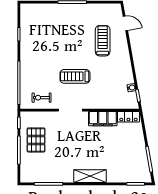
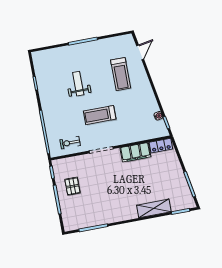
door: (125, 23) -> (140, 52), hinge flipped
treadmill: (103, 41) -> (121, 74), turned 180
weight bench: (60, 42) -> (78, 84), added
pallet: (36, 140) -> (72, 186), width x0.67, depth x0.71
shelving: (90, 176) -> (154, 208), moved

